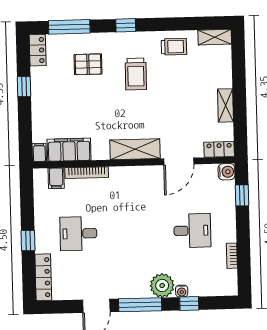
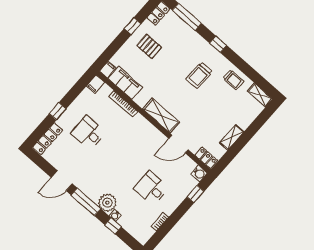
pallet: (88, 64) -> (149, 46), moved
filing cabinet: (56, 178) -> (96, 84), moved
desk: (192, 231) -> (151, 188), turned 180

